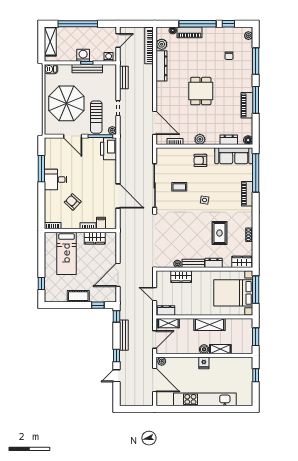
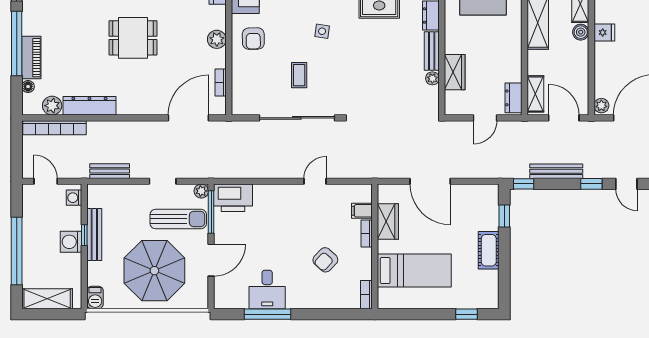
desk: (56, 180) -> (267, 289), moved
door: (118, 196) -> (315, 181), width x0.53
door: (118, 275) -> (430, 181), moved

